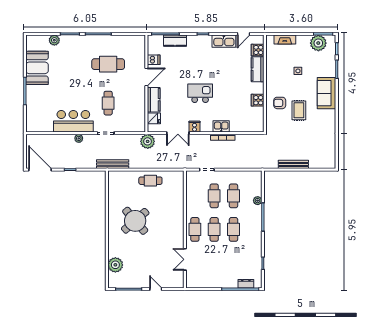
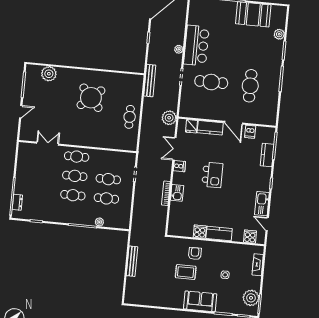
kitchen counter: (258, 69) -> (219, 234), moved
cafe table: (108, 103) -> (211, 82), width x1.37, depth x1.35

